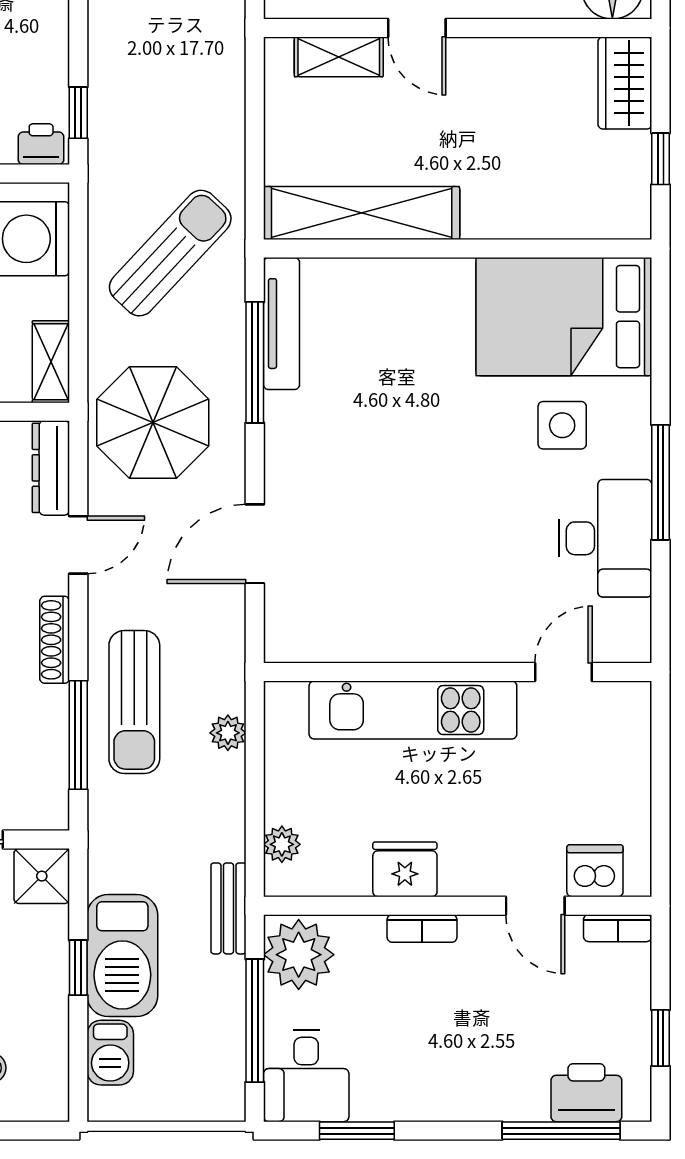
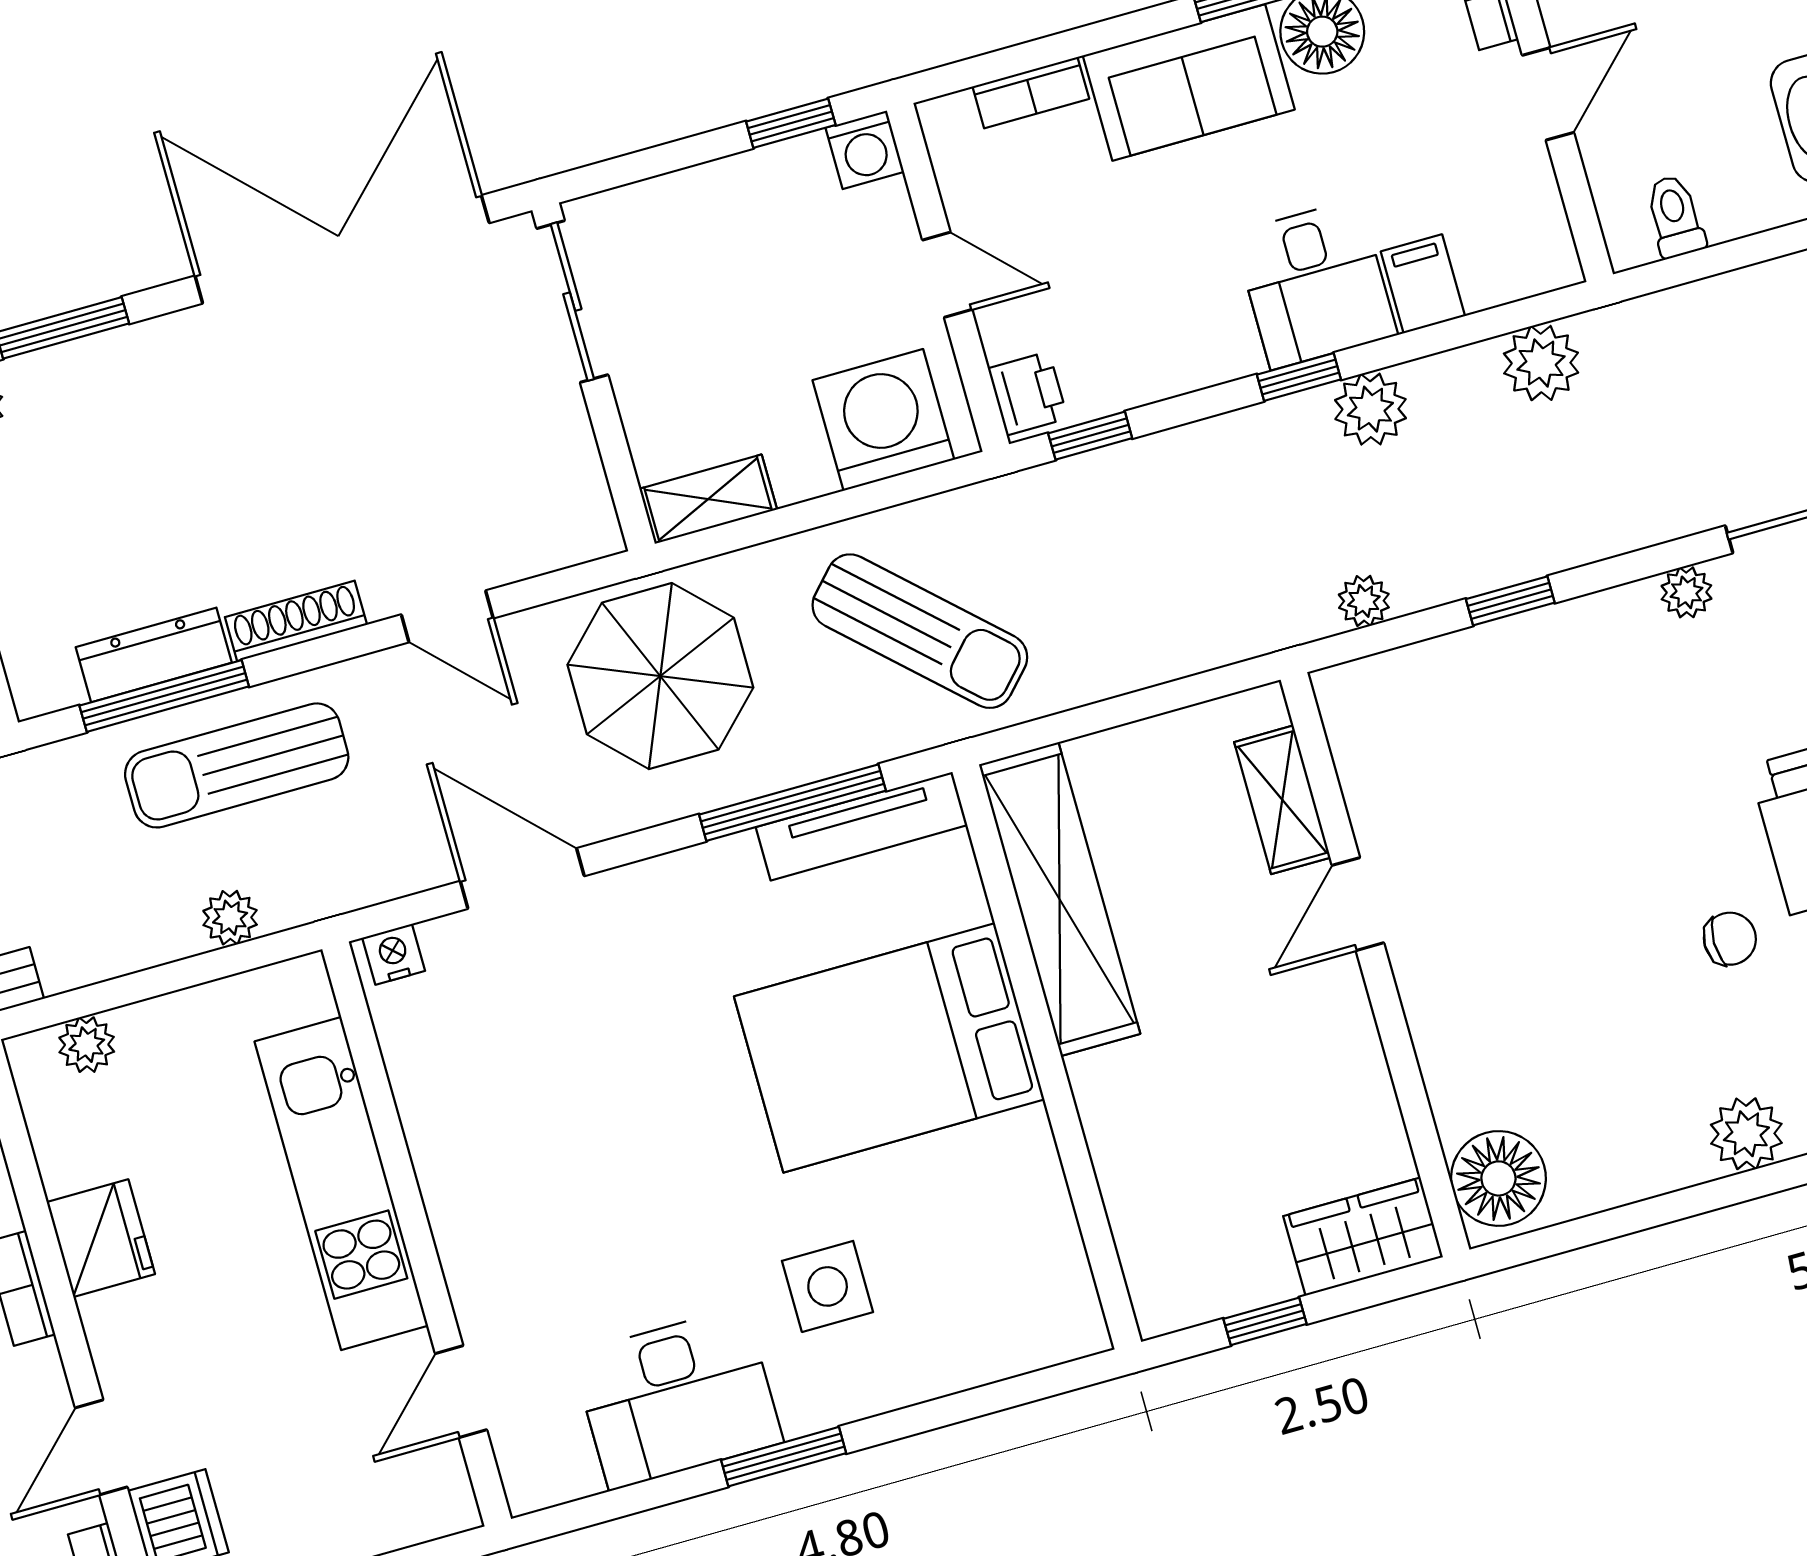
bed: (564, 317) -> (889, 1048), moved, turned -90
dresser: (51, 468) -> (154, 655), moved
window: (660, 482) -> (784, 1457), width x0.69
nightstand: (279, 637) -> (394, 954), added
door: (563, 672) -> (461, 1392), swing flipped

